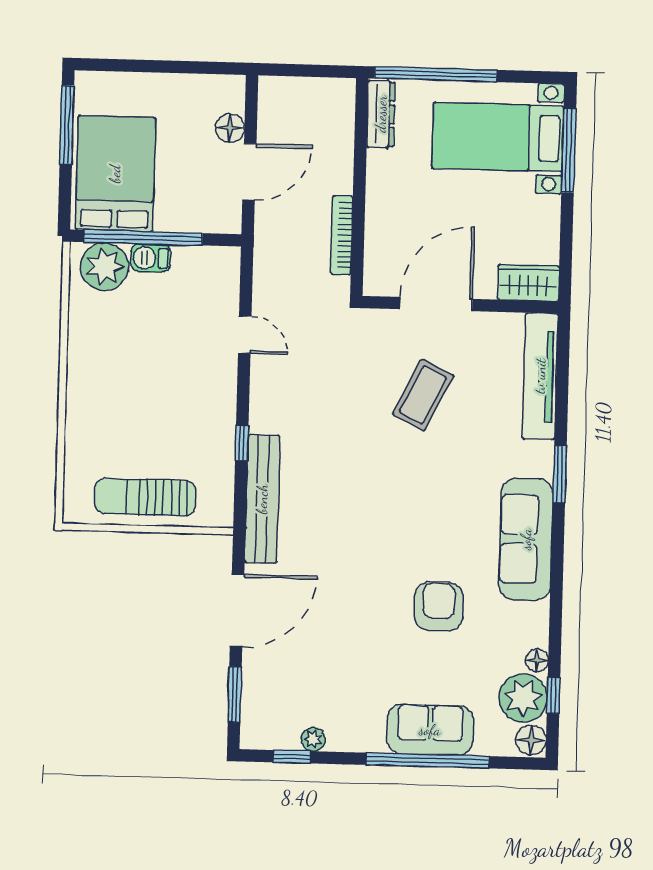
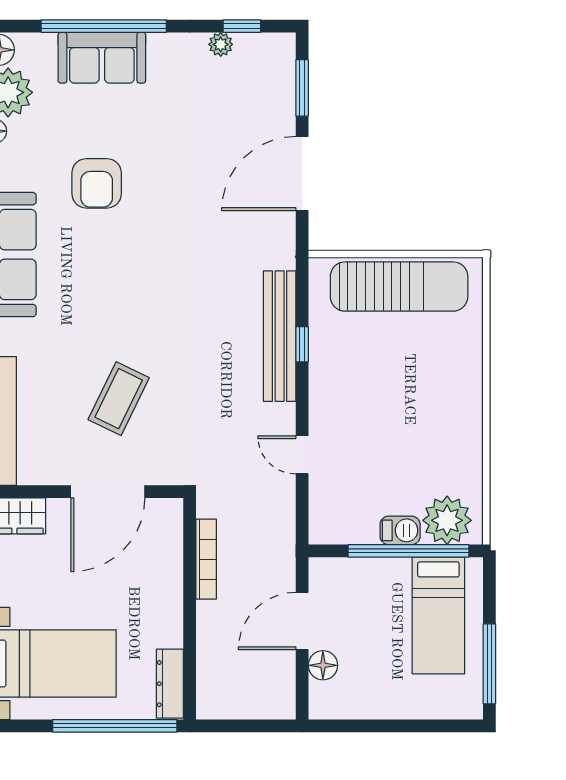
bed: (115, 174) -> (438, 615), width x0.67
sun lounger: (145, 497) -> (399, 287), width x1.36, depth x1.34
bench: (262, 499) -> (280, 336), moved

